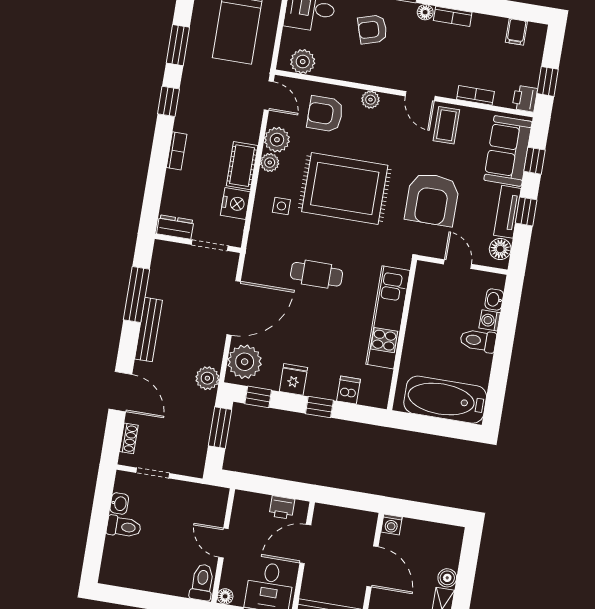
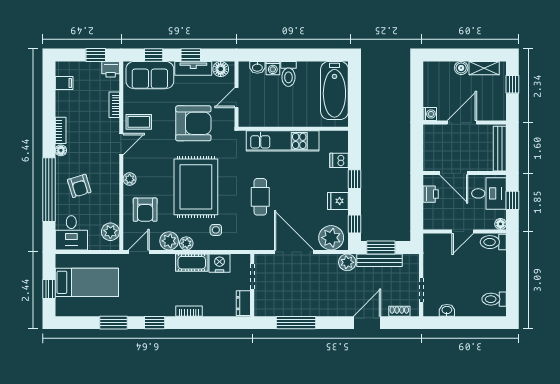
bench: (148, 330) -> (380, 260), moved
toilet: (124, 527) -> (494, 299), moved, turned -90

